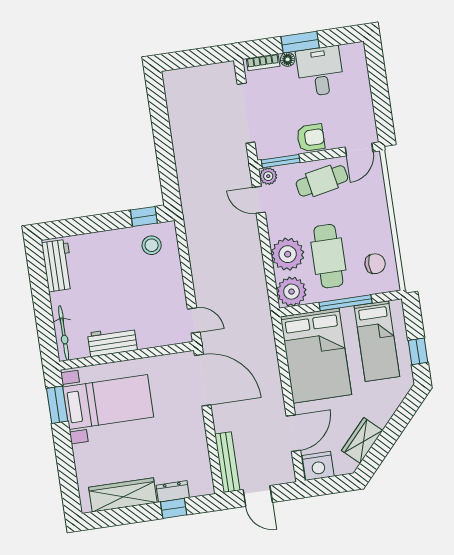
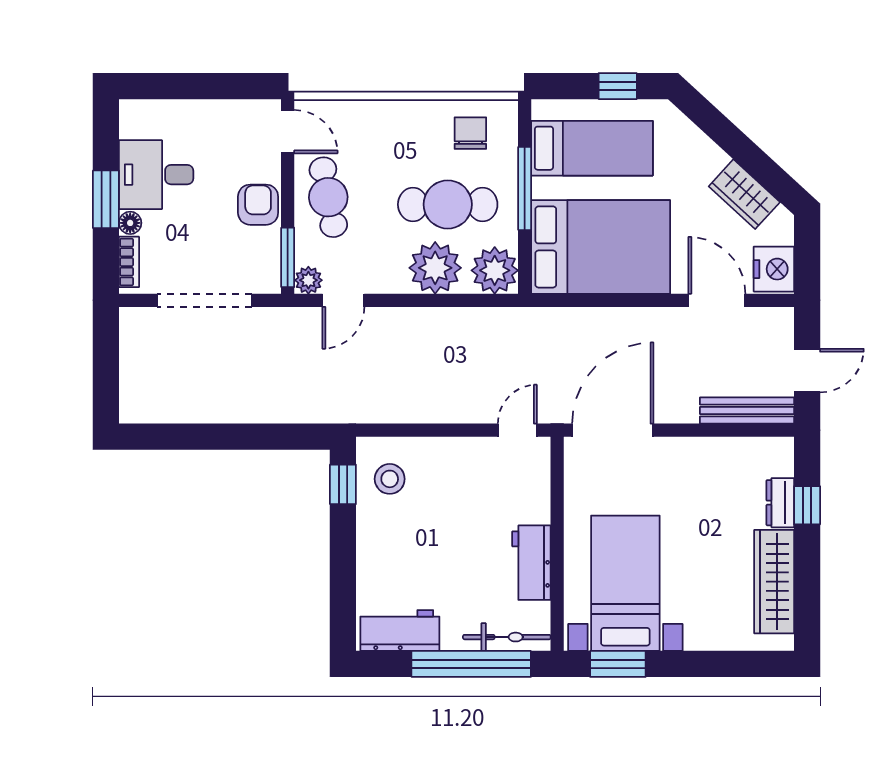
window: (44, 313) -> (471, 664), added

